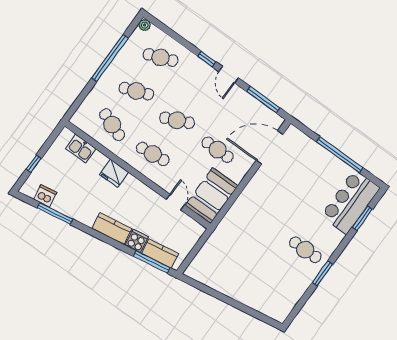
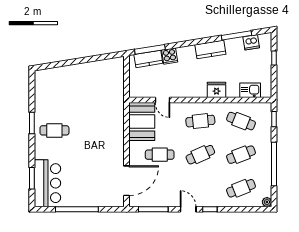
window: (78, 103) -> (274, 119), added
kitchen counter: (112, 229) -> (210, 49), moved

